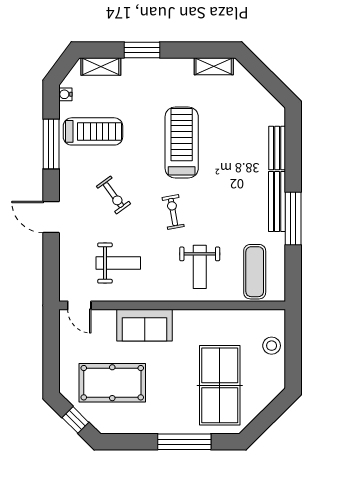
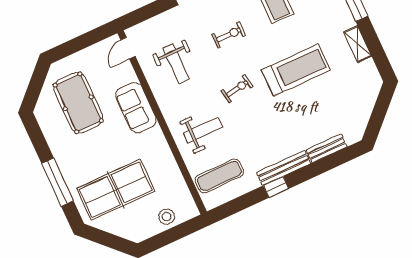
shelving: (214, 66) -> (358, 44), moved
exercise bike: (113, 195) -> (229, 35), turned -144
window: (293, 218) -> (276, 187), width x0.46
weight bench: (200, 267) -> (203, 130), turned 180
window: (75, 420) -> (35, 87), removed

